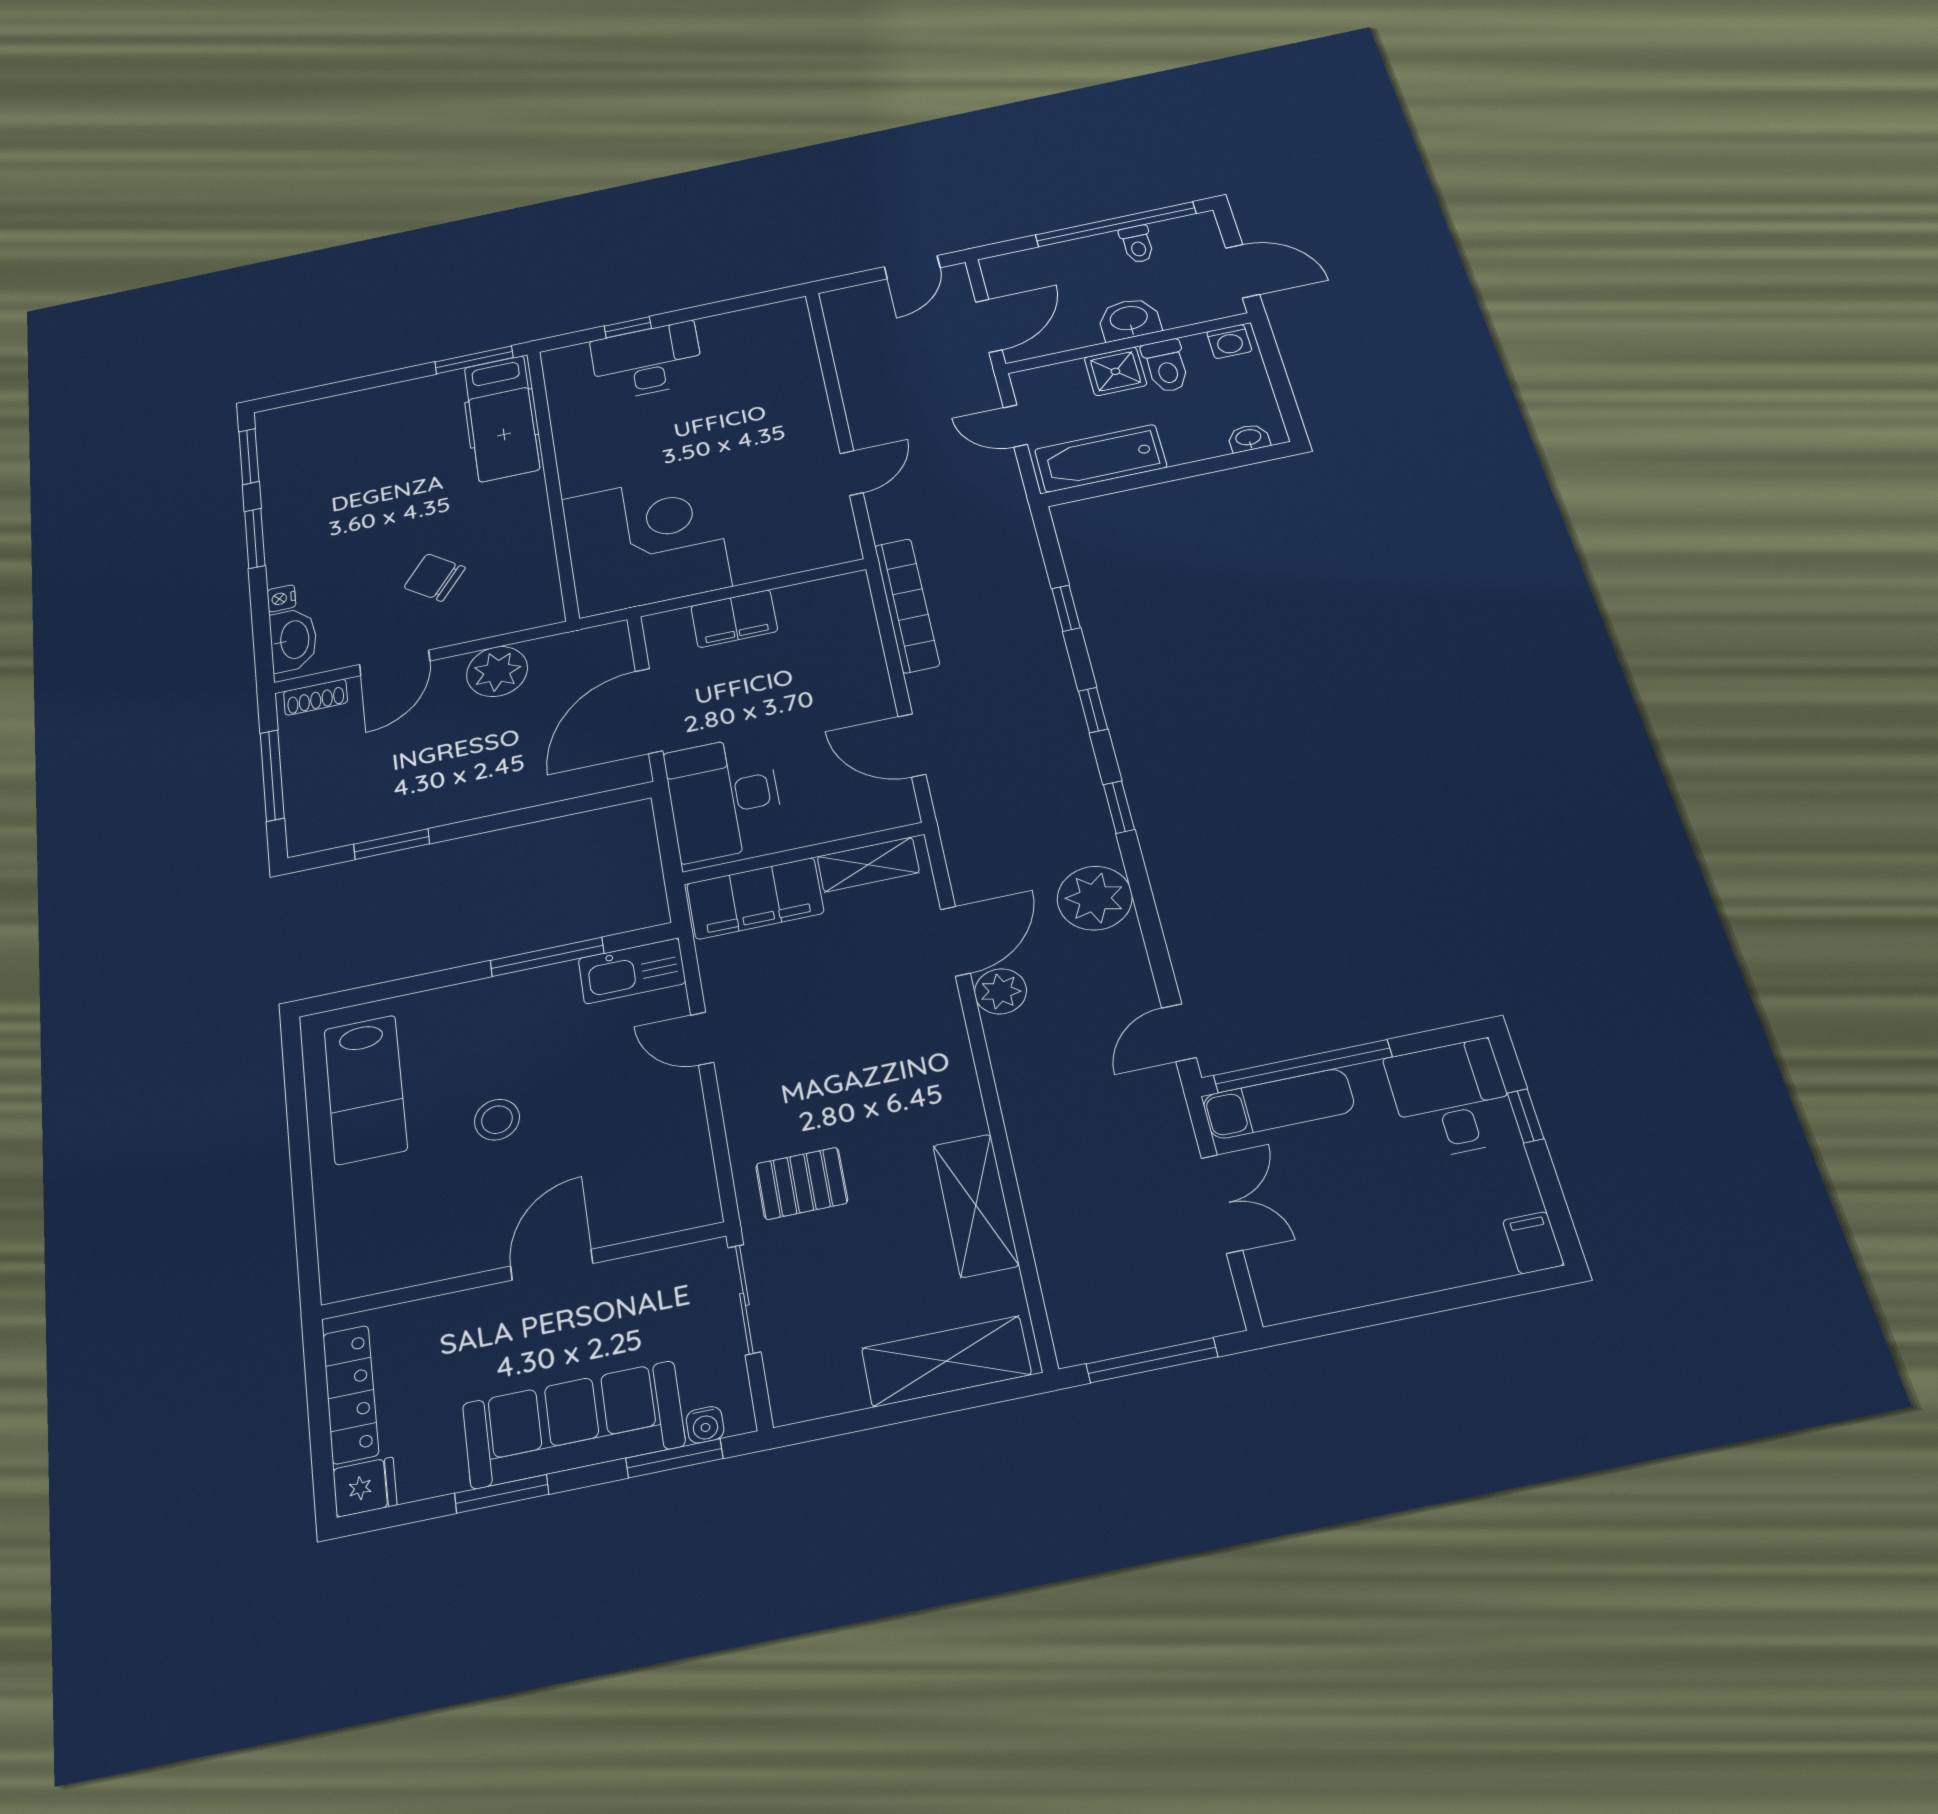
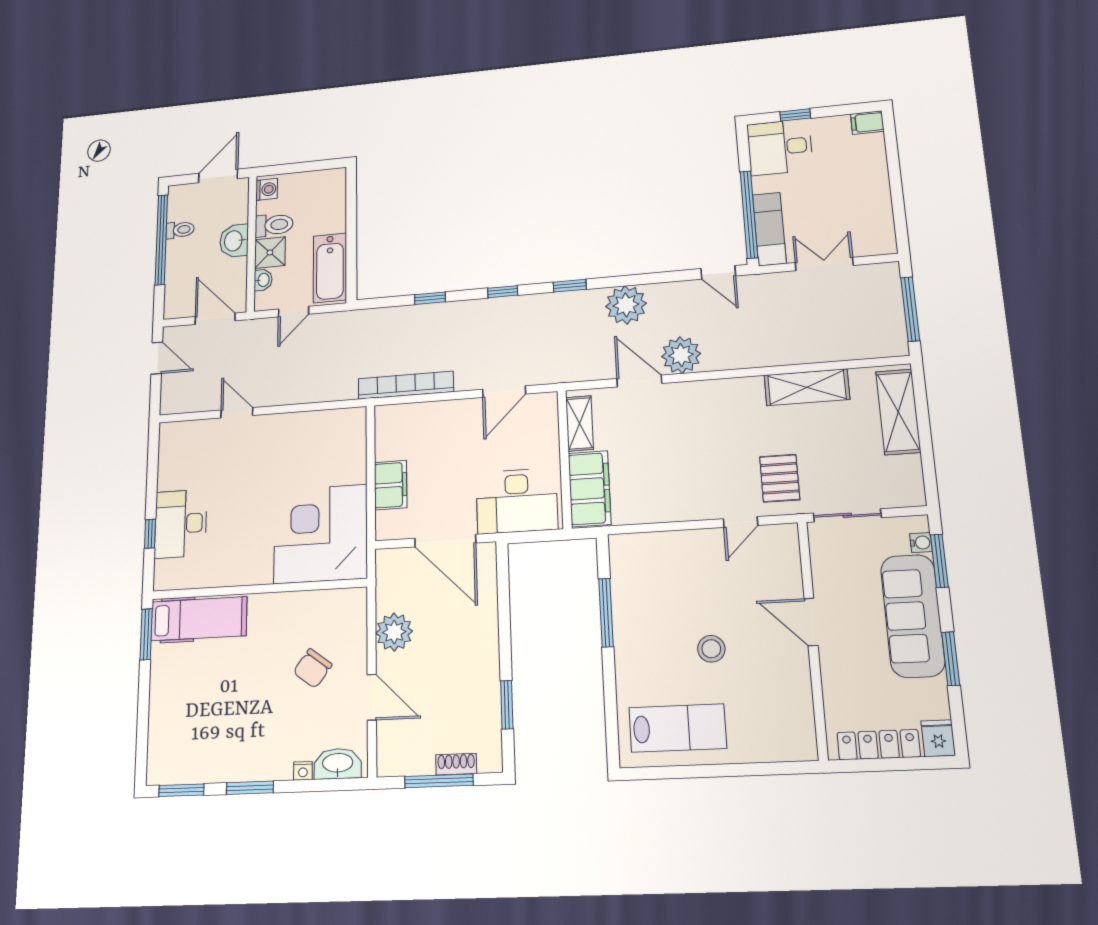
washbasin: (1249, 438) -> (263, 280), moved, turned 180
door: (852, 473) -> (237, 413), moved
shoe rack: (315, 697) -> (456, 764), moved, turned -90
kitchen sink: (632, 971) -> (625, 563), removed
plant: (1000, 991) -> (681, 355), width x1.36, depth x1.36
door: (702, 1039) -> (741, 522), moved

